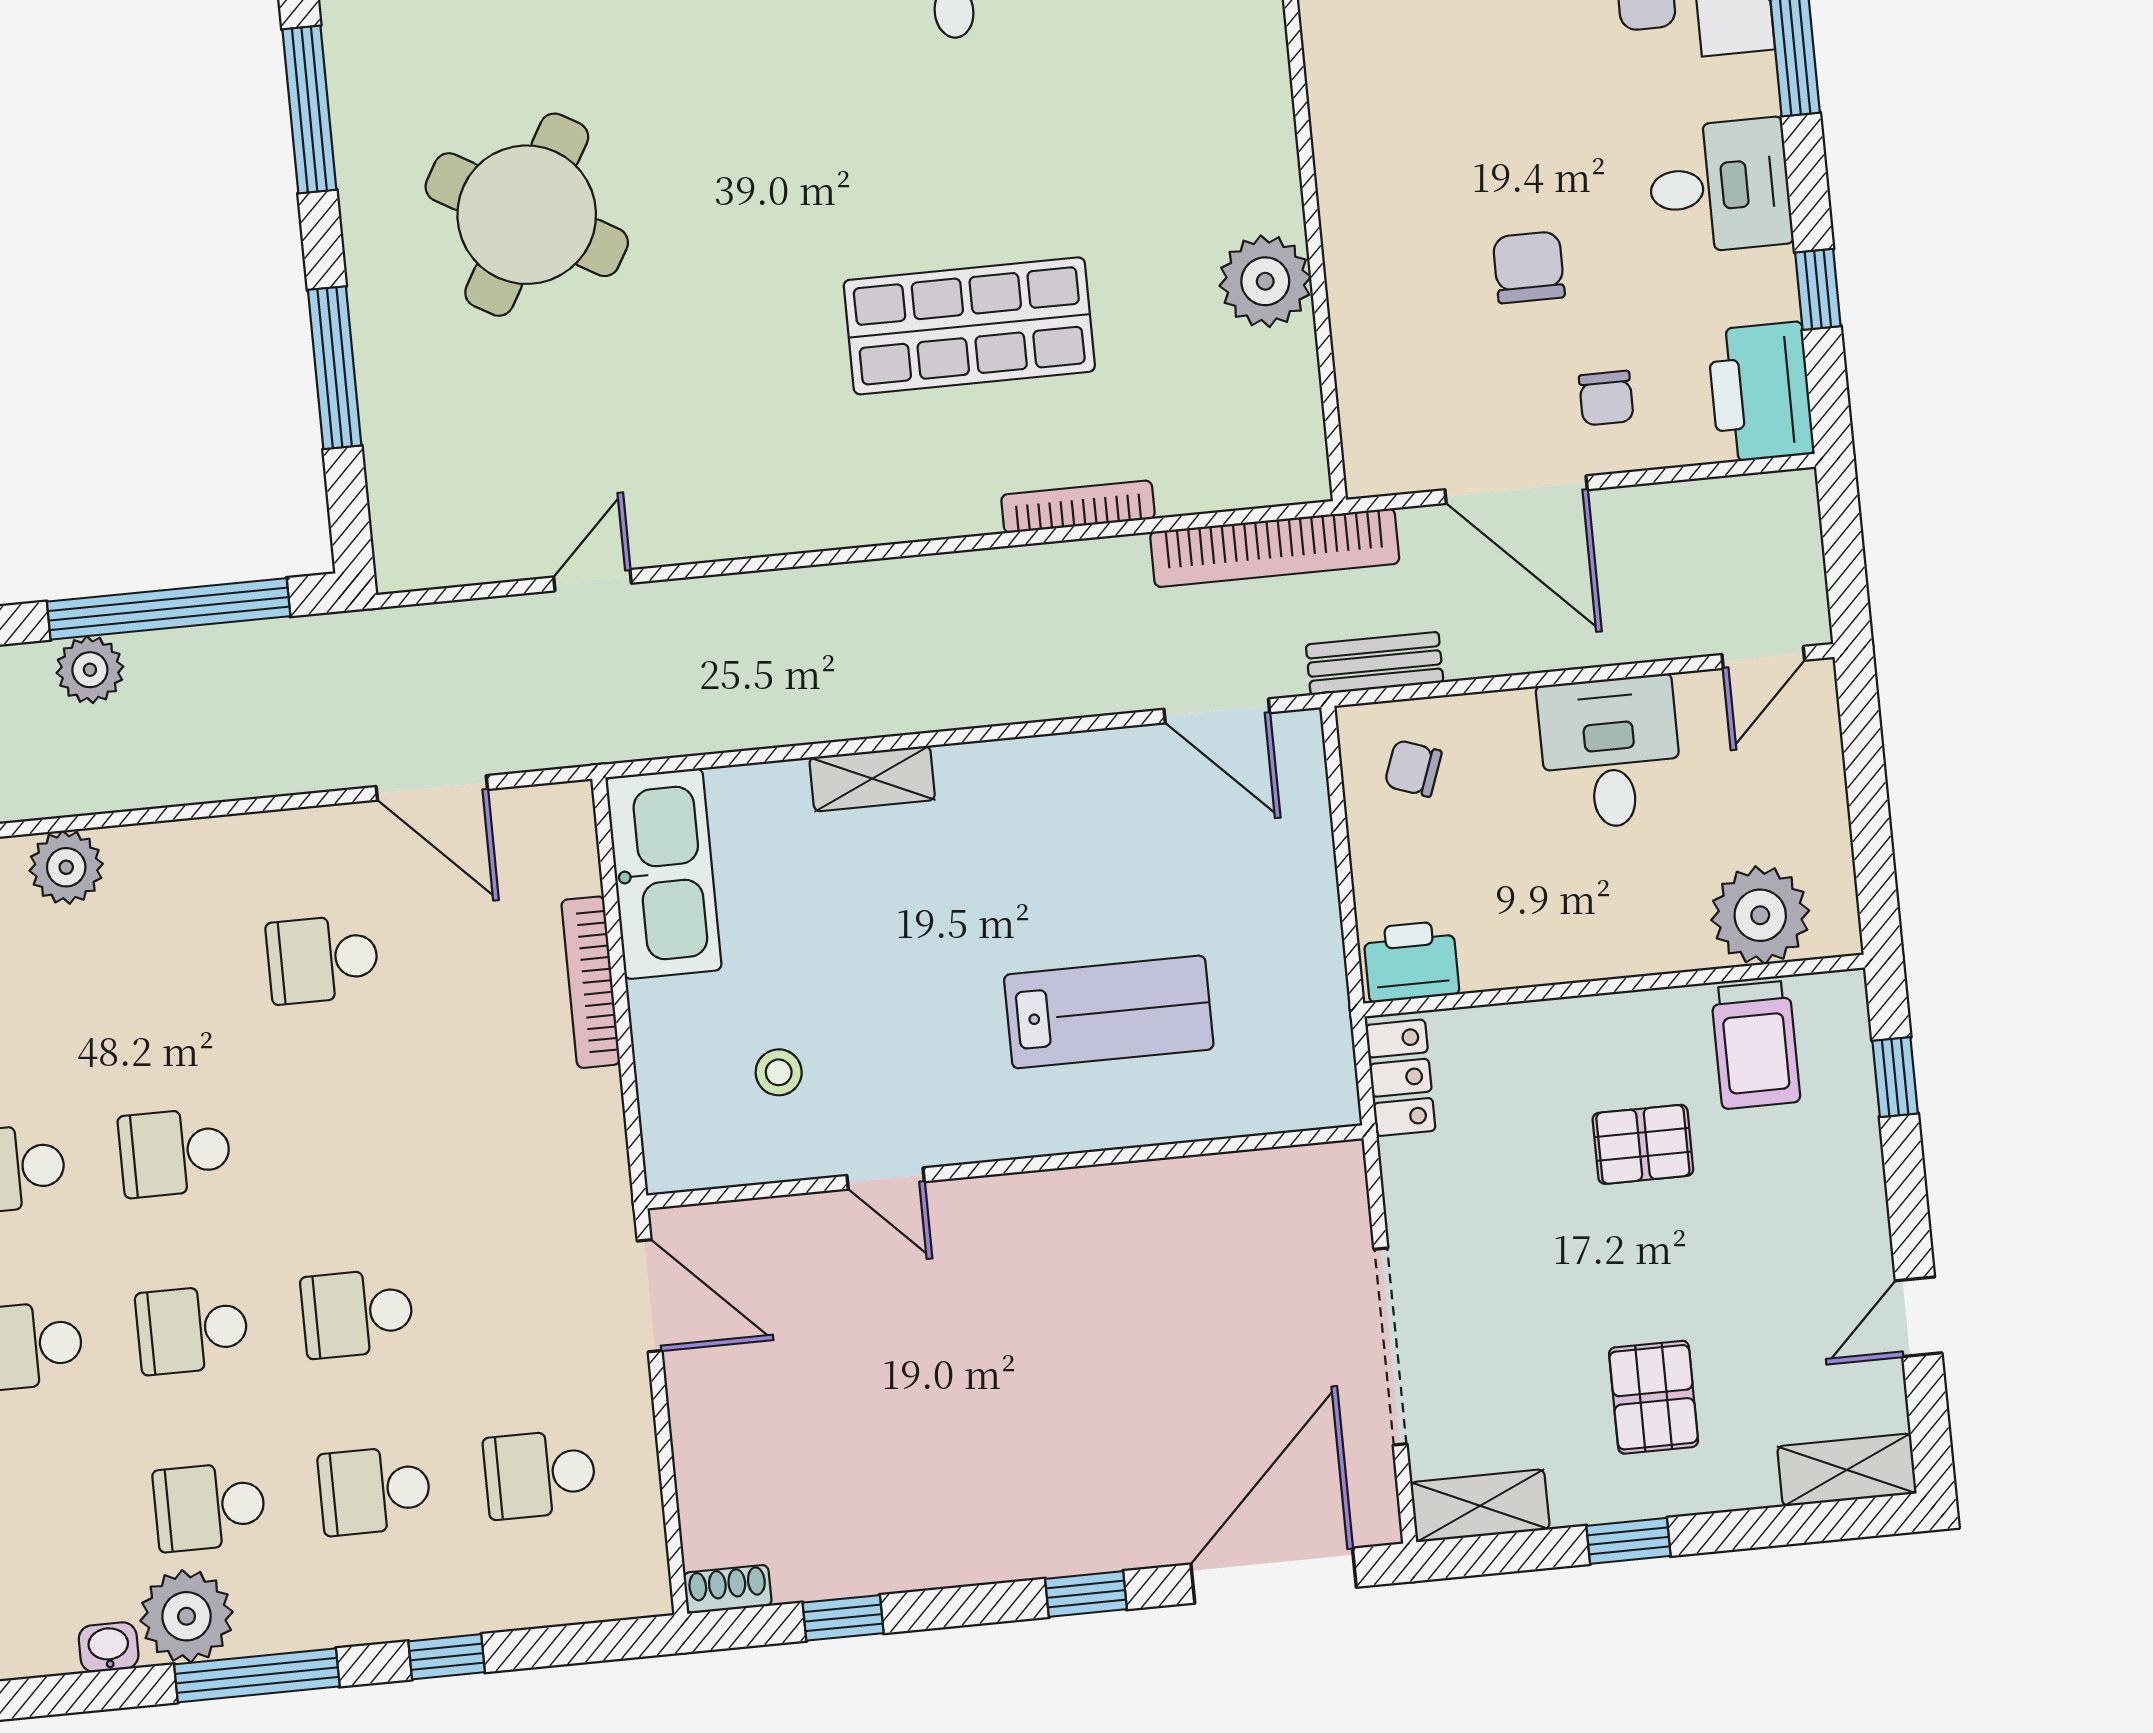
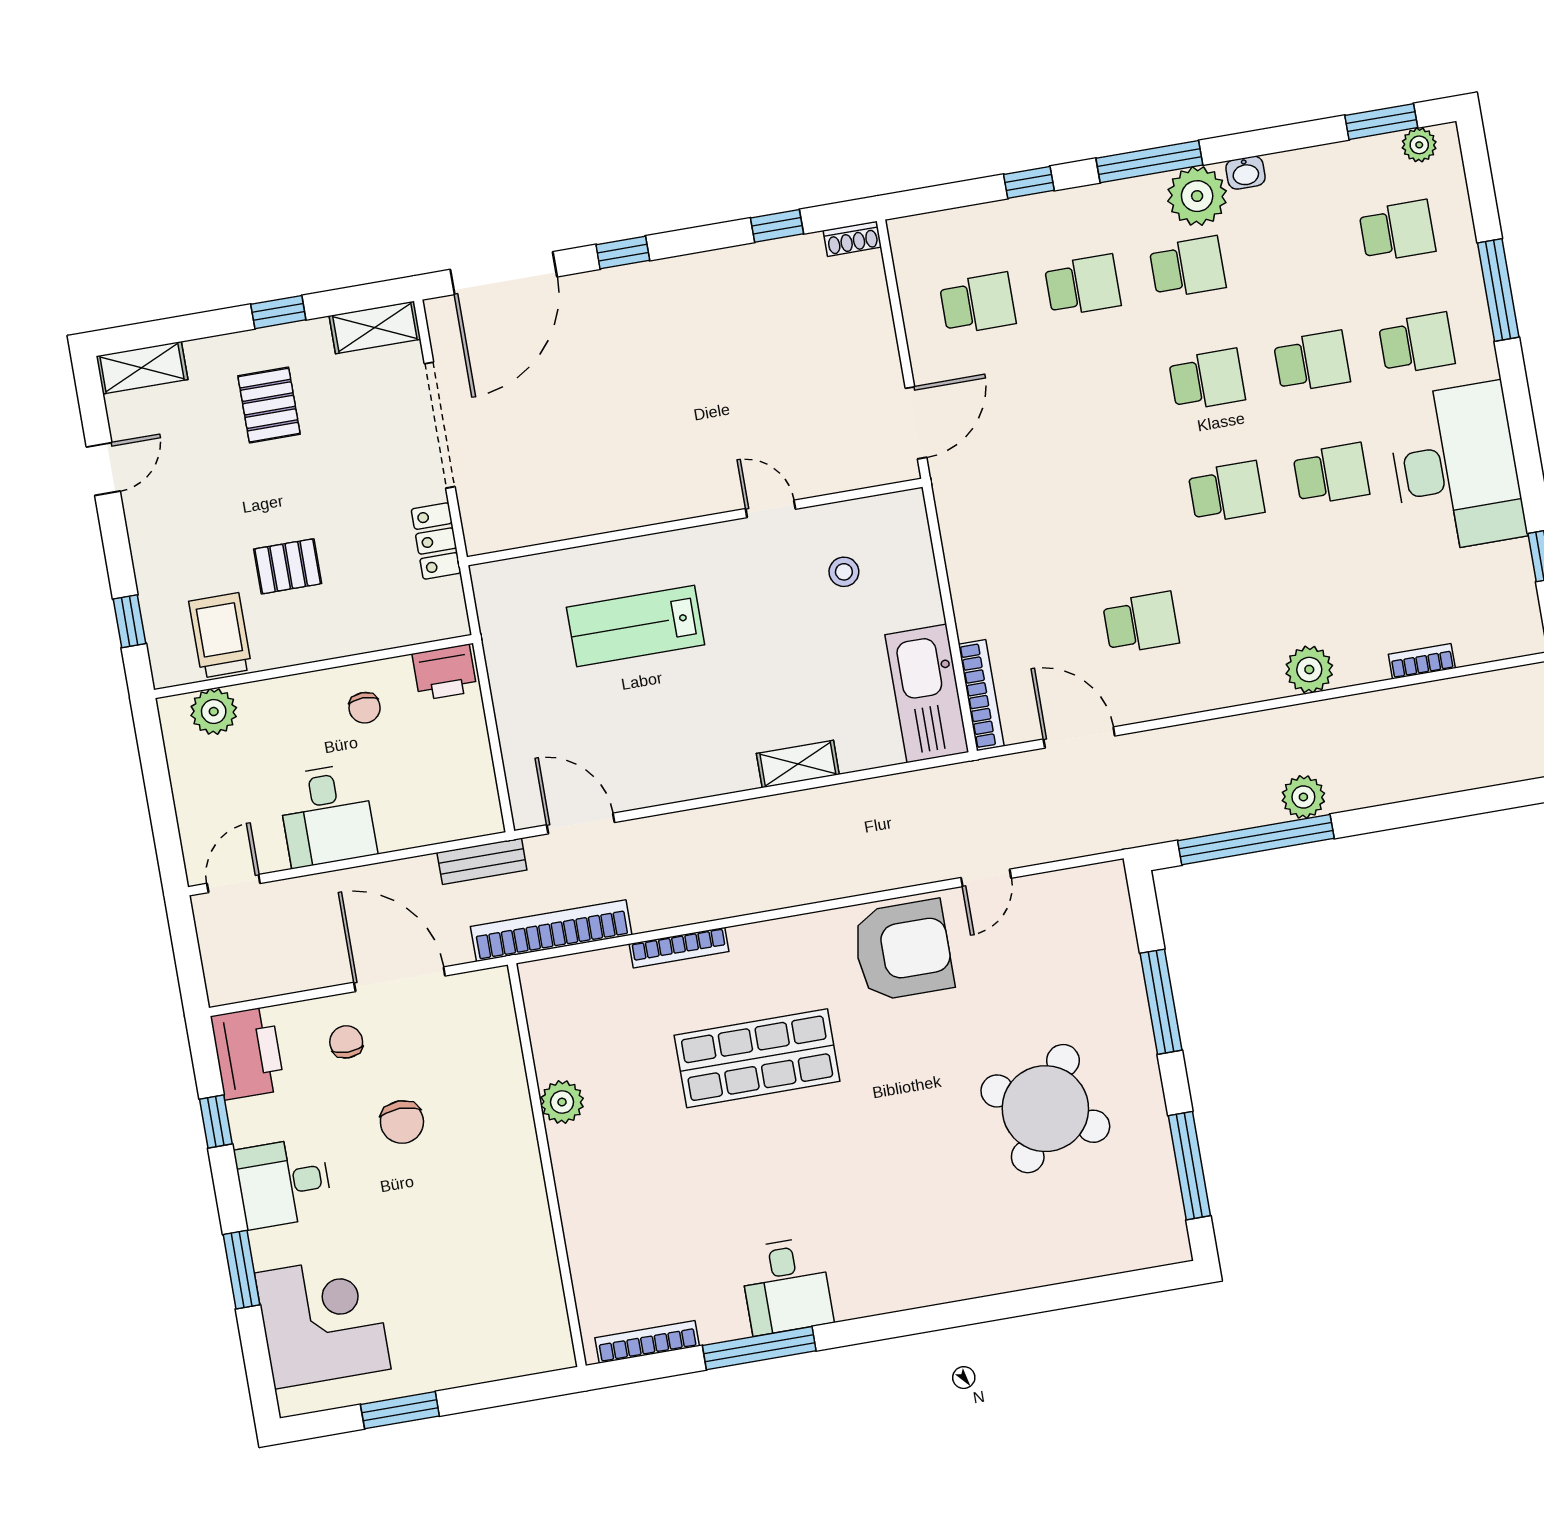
plant: (1265, 281) -> (562, 1102), width x0.73, depth x0.73
armchair: (730, 477) -> (903, 950), added
chair: (1413, 768) -> (365, 708), moved, turned 70
plant: (1760, 915) -> (214, 712), width x0.73, depth x0.73
bookcase: (591, 982) -> (981, 695), moved
locker: (1401, 1078) -> (436, 541), moved
door: (650, 1296) -> (916, 423), swing flipped
school desk: (357, 1313) -> (1102, 398), removed

